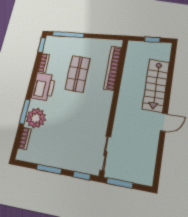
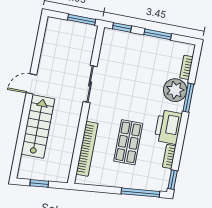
sliding door: (105, 153) -> (90, 84), moved

